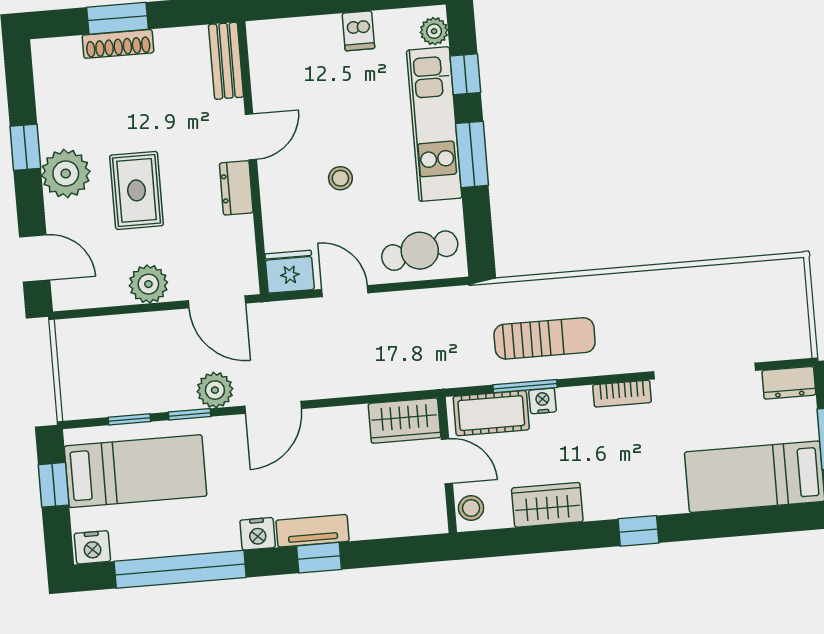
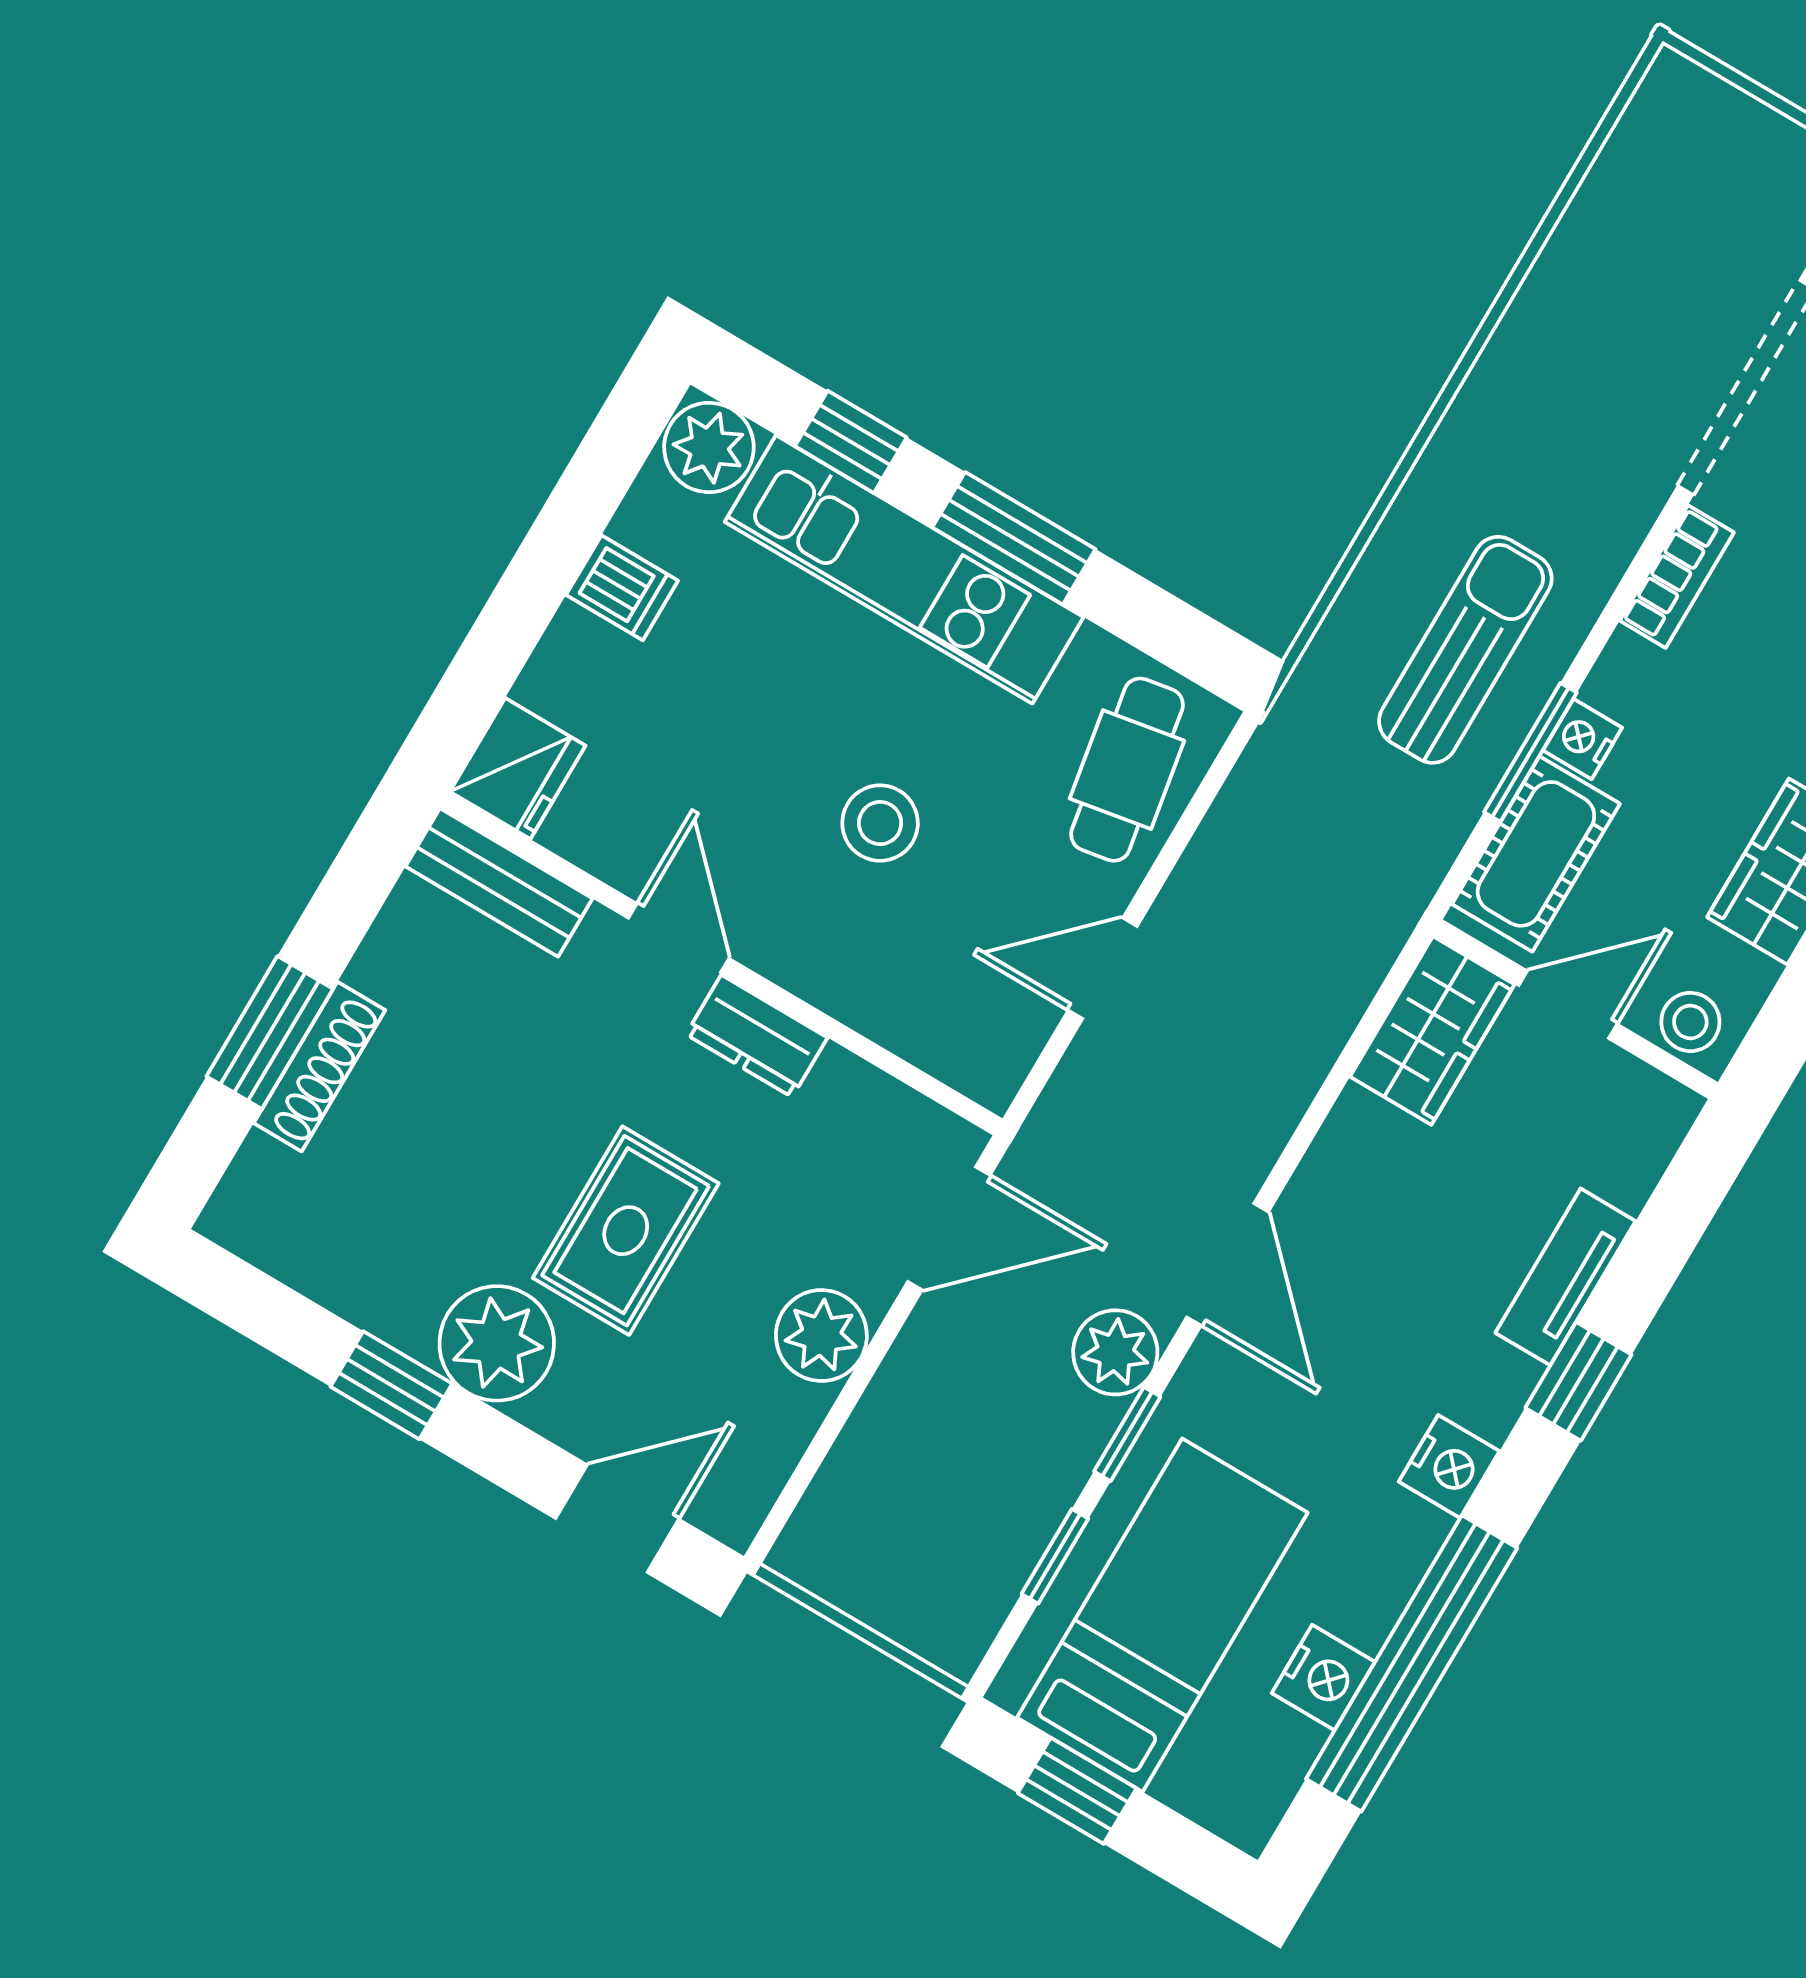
plant: (434, 31) -> (709, 447), width x1.38, depth x1.38
stool: (340, 178) -> (880, 823), width x1.37, depth x1.37
rug: (137, 190) -> (626, 1231), turned 90
fridge: (290, 272) -> (518, 769), moved, turned 180
tv unit: (312, 531) -> (1565, 1277), moved
nightstand: (92, 547) -> (1323, 1677), moved

